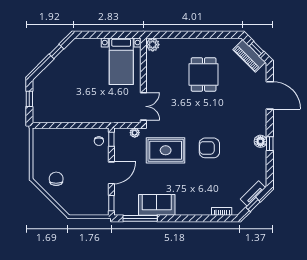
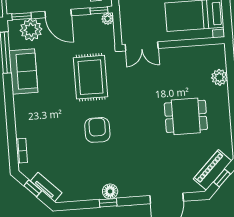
plant: (153, 45) -> (219, 77), moved
plant: (135, 133) -> (108, 19), moved
plant: (123, 196) -> (31, 30), added

